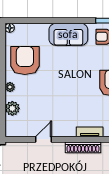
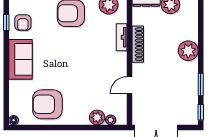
plant: (10, 87) -> (111, 120), moved
door: (43, 139) -> (129, 85), hinge flipped

